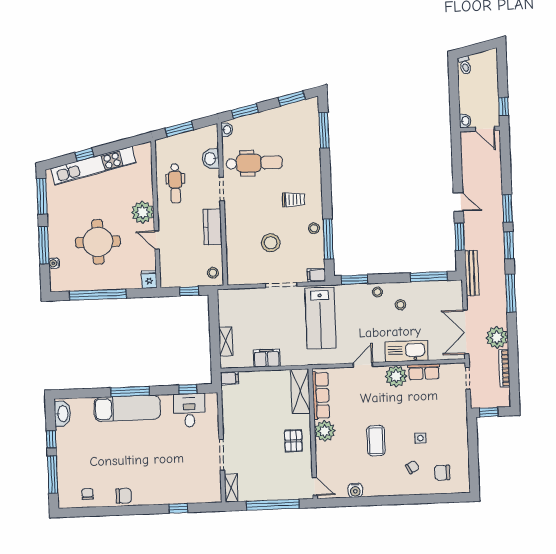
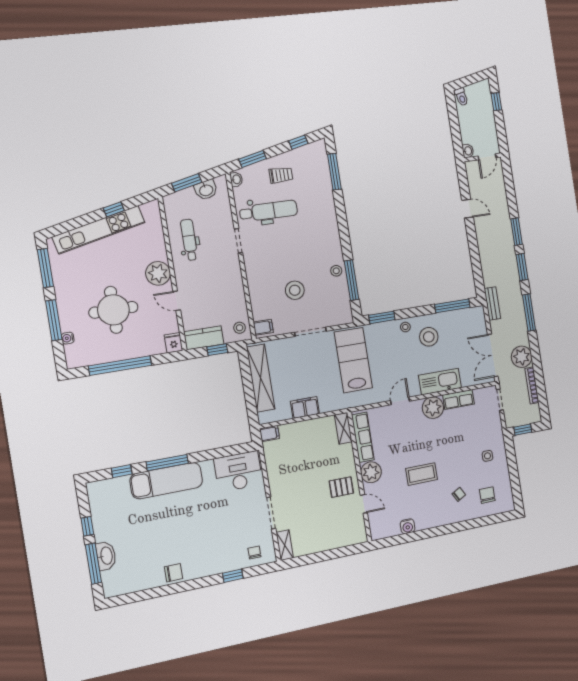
window: (292, 99) -> (298, 142), width x0.67
window: (504, 106) -> (496, 102), moved
door: (485, 129) -> (487, 157), hinge flipped
window: (84, 155) -> (114, 209), moved
washbasin: (211, 159) -> (206, 190), moved, turned -103
dental chair: (175, 183) -> (189, 240), turned 180
trolley: (293, 200) -> (281, 175), moved
door: (458, 202) -> (468, 209), moved
kitchen counter: (213, 227) -> (204, 338), moved, turned 90
window: (460, 237) -> (476, 264), removed
bench: (472, 273) -> (492, 304), width x0.73
filing cabinet: (316, 275) -> (263, 327), moved, turned 180
stool: (400, 305) -> (429, 337), width x1.89, depth x1.89
lab bench: (320, 318) -> (353, 360), turned 180
shelving: (226, 341) -> (261, 378), width x2.20, depth x1.33
window: (188, 389) -> (122, 471), moved
shelving: (300, 391) -> (343, 428), width x0.67, depth x0.75
desk: (189, 410) -> (238, 471), width x1.37
washbasin: (62, 414) -> (106, 556), moved
side table: (420, 438) -> (487, 456), moved
pallet: (293, 441) -> (341, 487), turned 90
coffee table: (376, 441) -> (421, 474), turned 90
chair: (442, 473) -> (487, 495), turned 90
door: (315, 486) -> (364, 504), moved
chair: (88, 494) -> (254, 552), moved
window: (273, 505) -> (329, 555), removed

